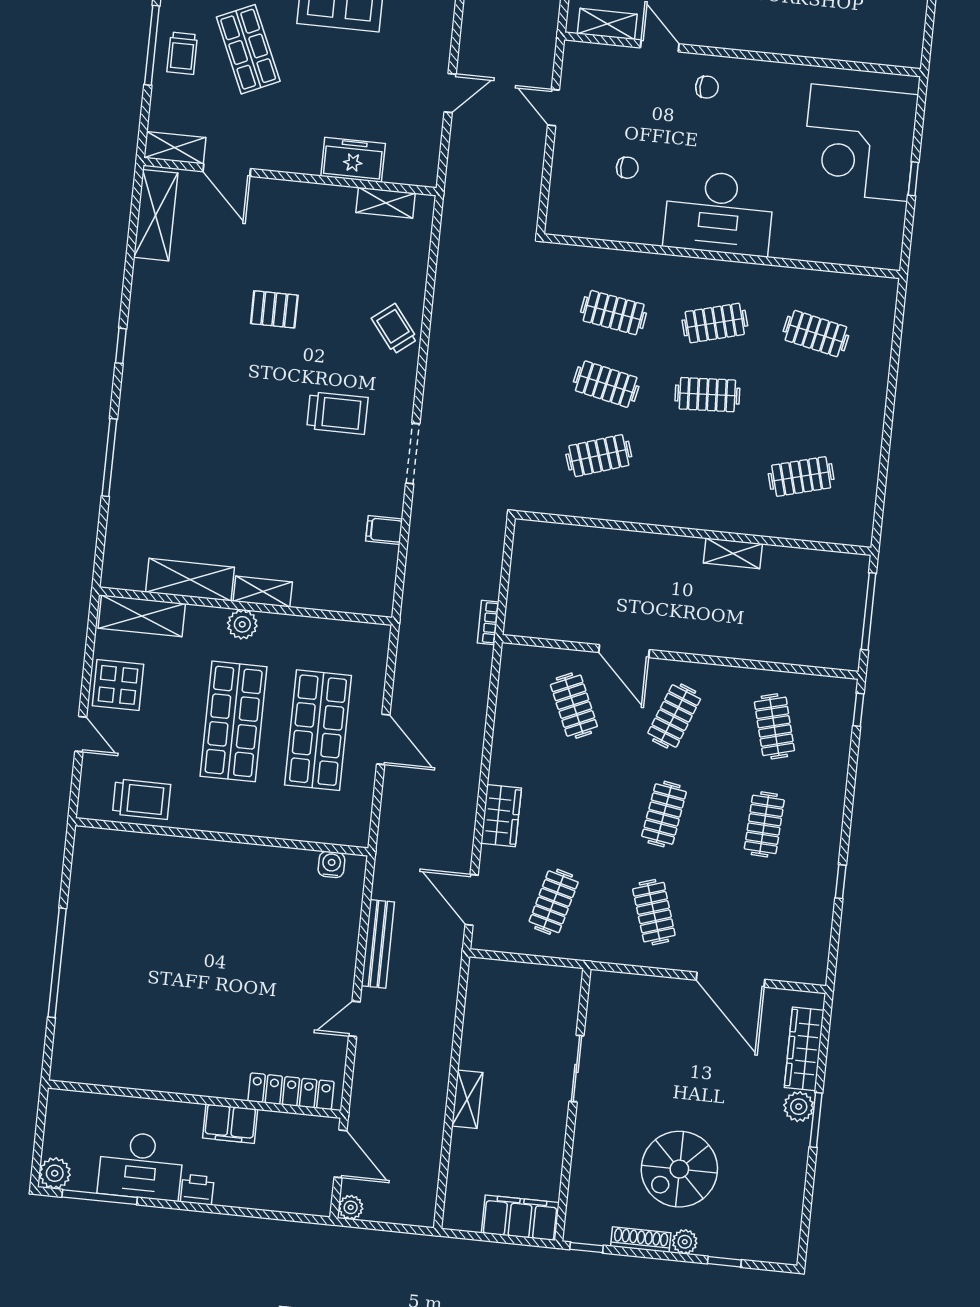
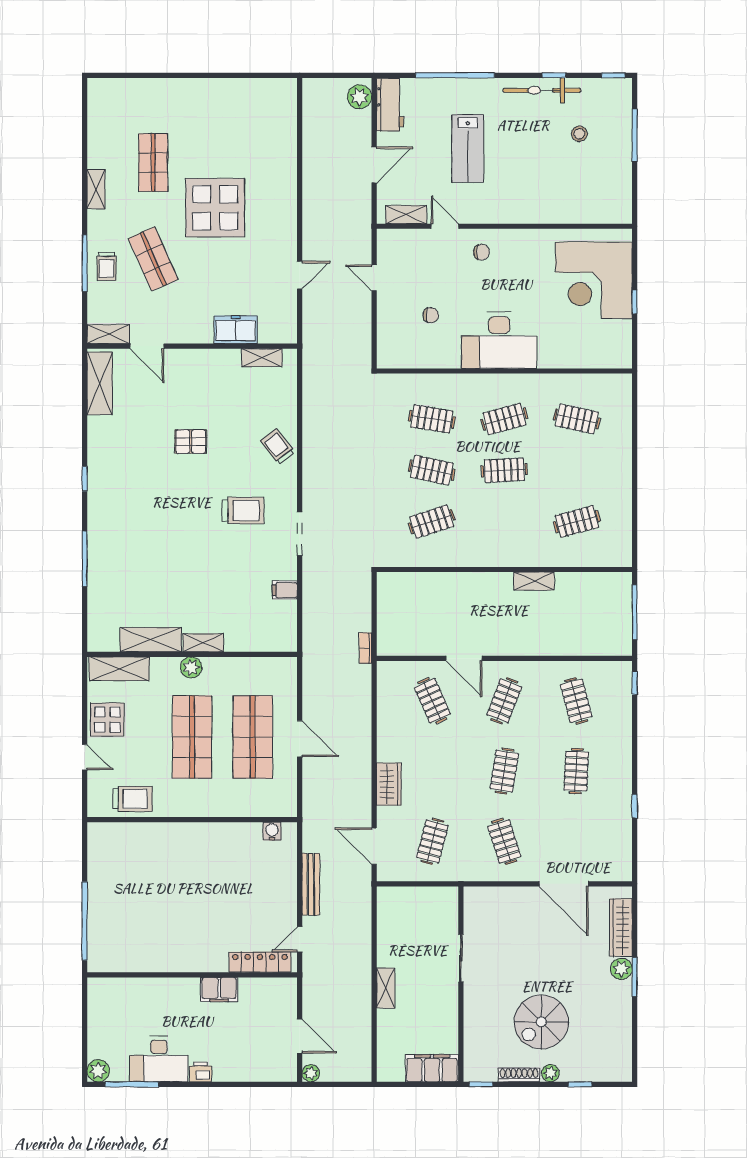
locker: (291, 1091) -> (260, 962), moved
wall: (195, 1099) -> (192, 975), moved
filing cabinet: (230, 1124) -> (219, 990), moved

